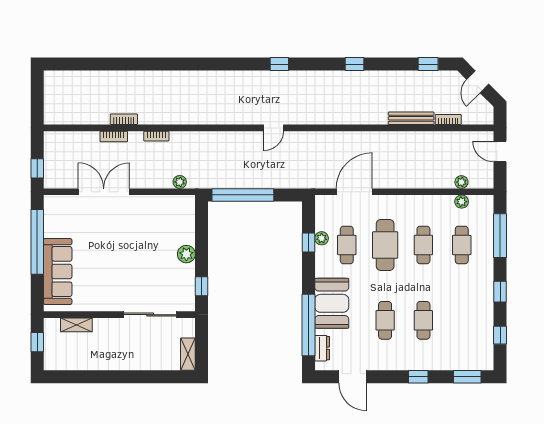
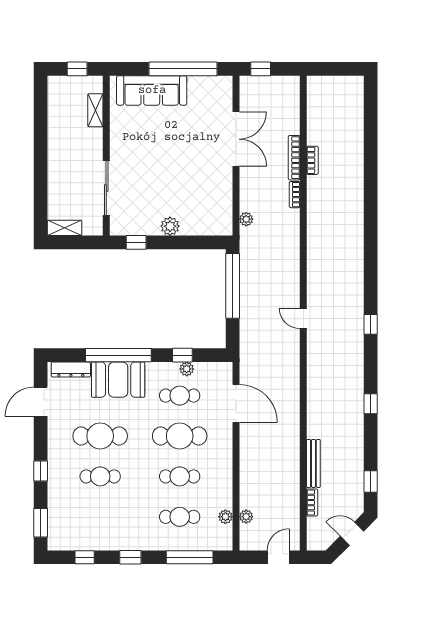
bookcase: (114, 136) -> (294, 158), width x1.56
cafe table: (385, 320) -> (100, 436), width x1.37, depth x1.35
window: (308, 325) -> (118, 355), moved
dresser: (322, 348) -> (71, 369), width x1.44

